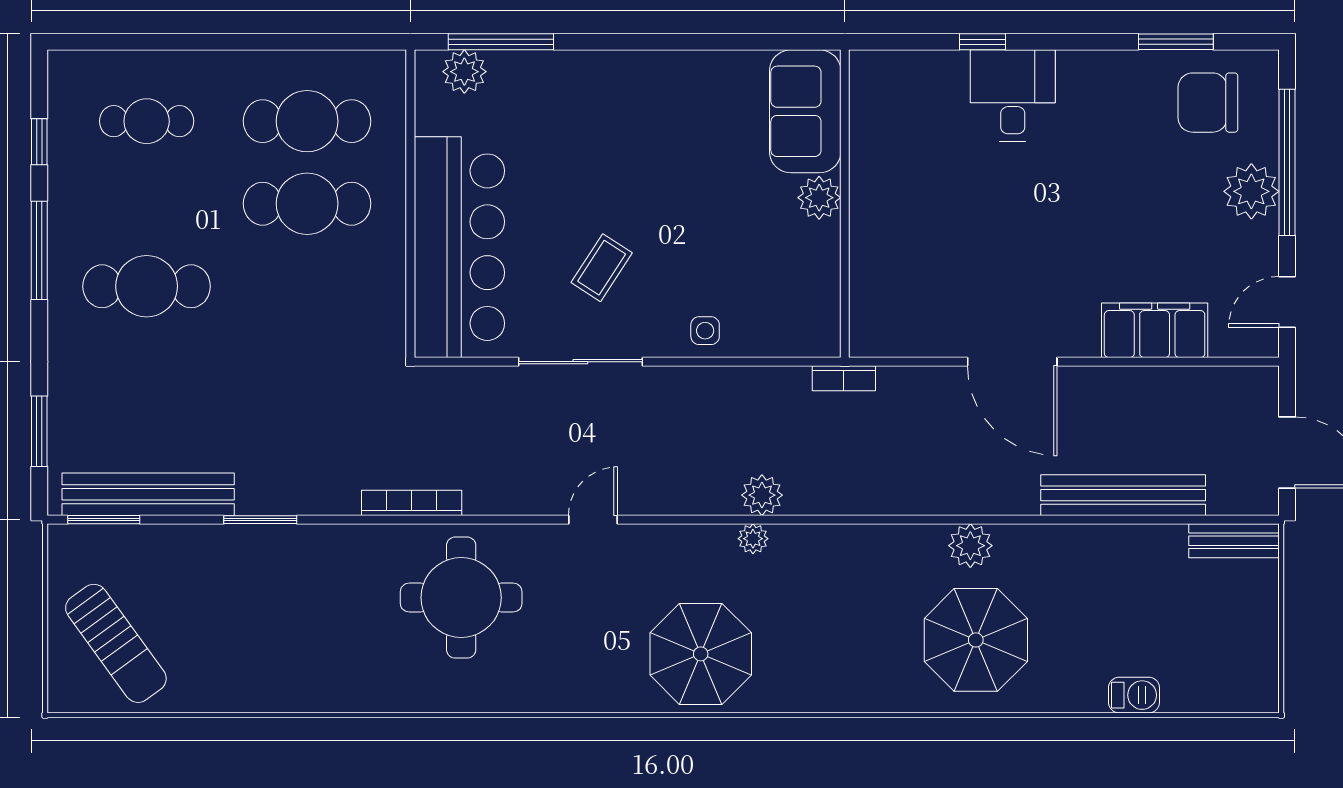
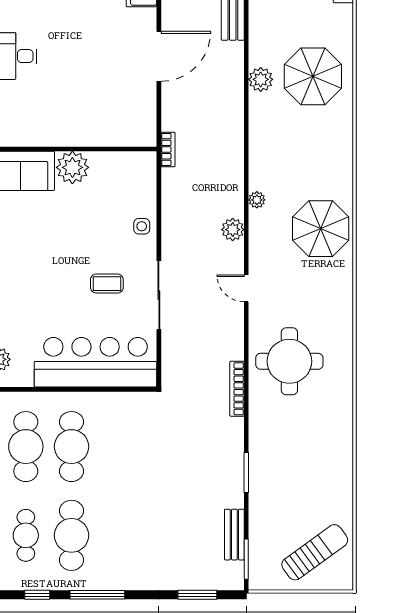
plant: (819, 198) -> (72, 167), width x1.36, depth x1.36
coffee table: (602, 268) -> (107, 284), turned -33
cafe table: (147, 286) -> (71, 535), moved
bench: (148, 494) -> (234, 535), width x0.54, depth x0.82
plant: (762, 495) -> (233, 230), moved

